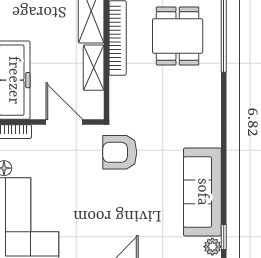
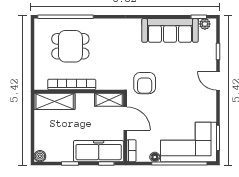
shelving: (94, 68) -> (109, 100), moved
door: (64, 122) -> (125, 119), swing flipped

